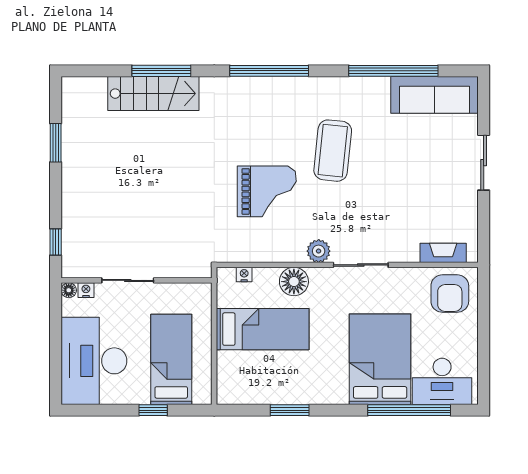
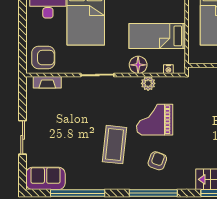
sofa: (434, 95) -> (46, 178), width x0.73
armchair: (262, 124) -> (157, 161), added
plant: (319, 251) -> (148, 83), moved
armchair: (450, 294) -> (43, 58), turned 90

